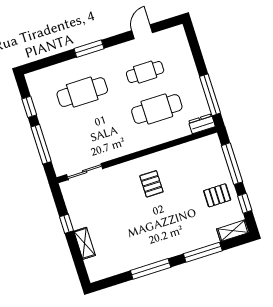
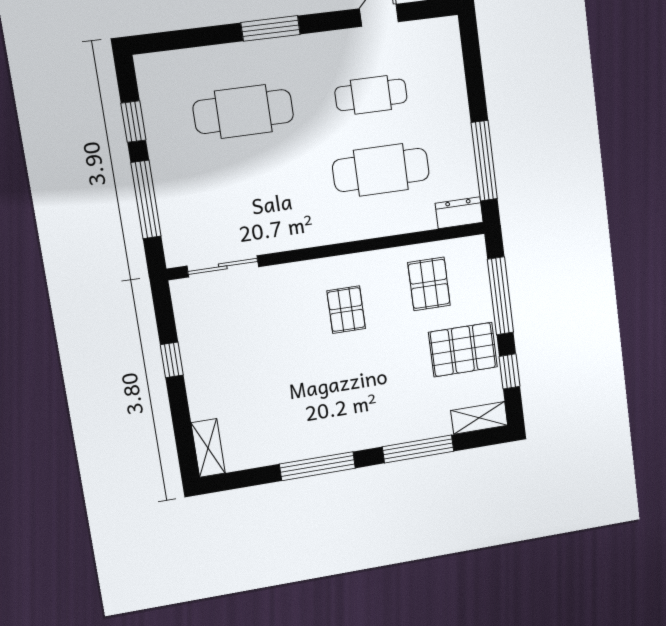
pallet: (193, 163) -> (429, 284), added
pallet: (217, 195) -> (463, 350), width x1.50, depth x1.42
shelving: (85, 243) -> (208, 448), moved

